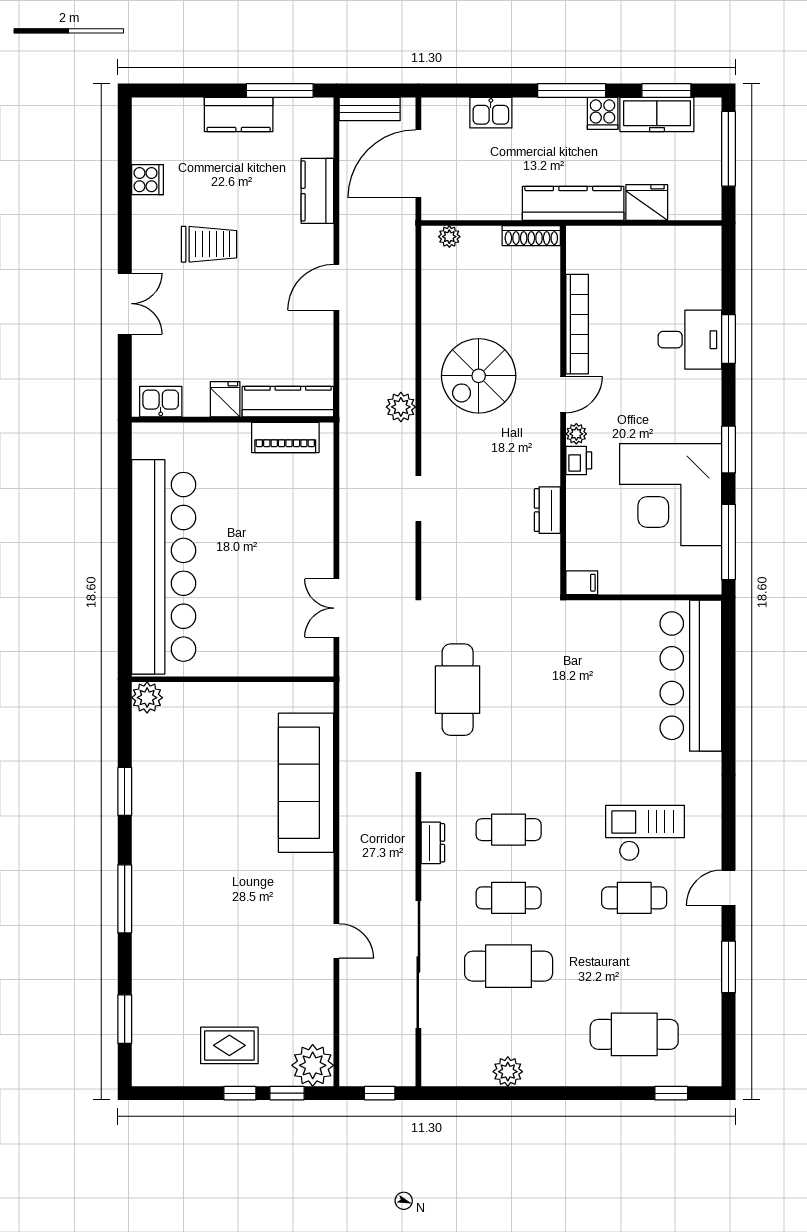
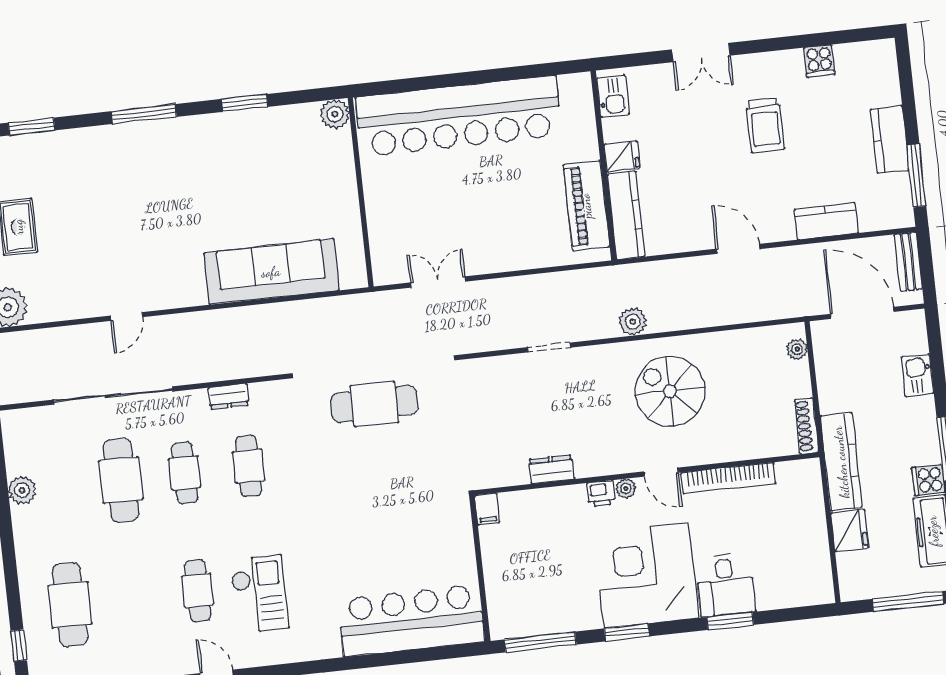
piano: (285, 438) -> (586, 206), width x1.37, depth x1.33
corner desk: (671, 495) -> (646, 576), moved

